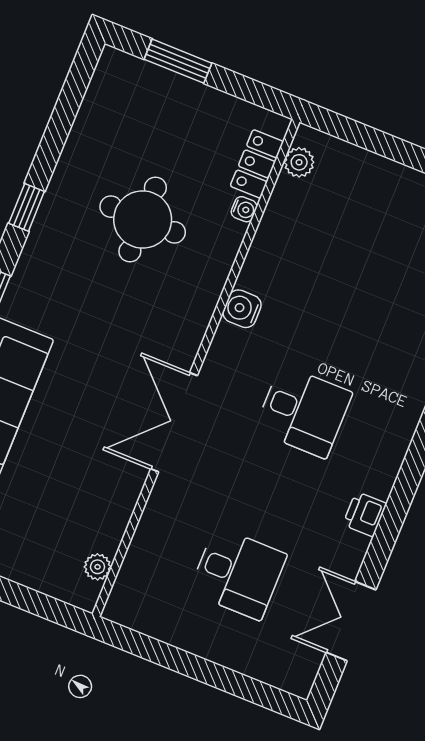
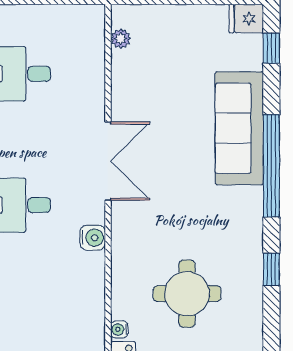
water cooler: (242, 309) -> (93, 238), moved

